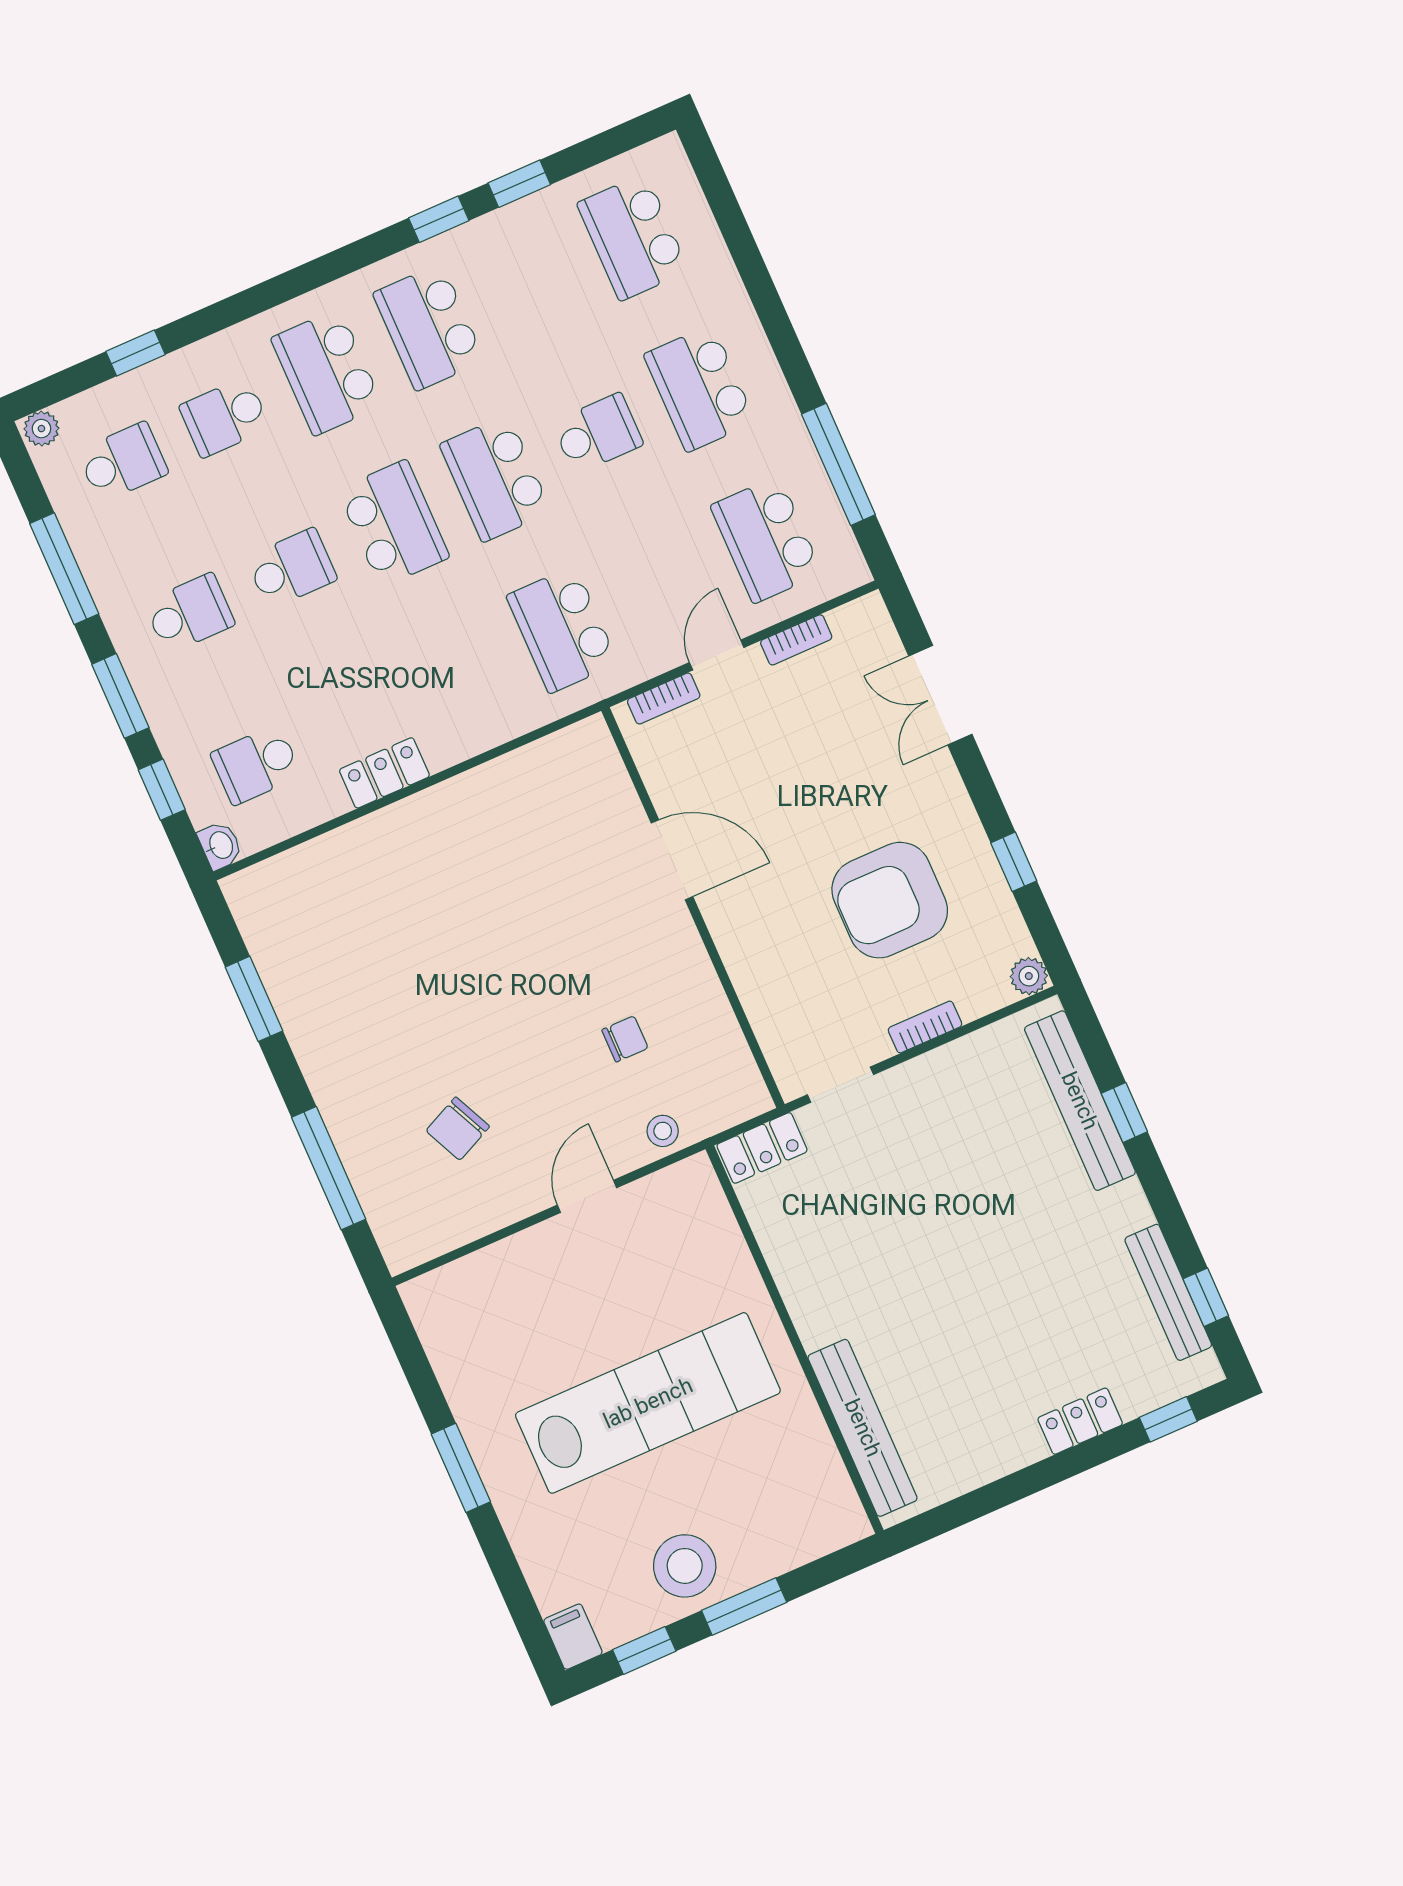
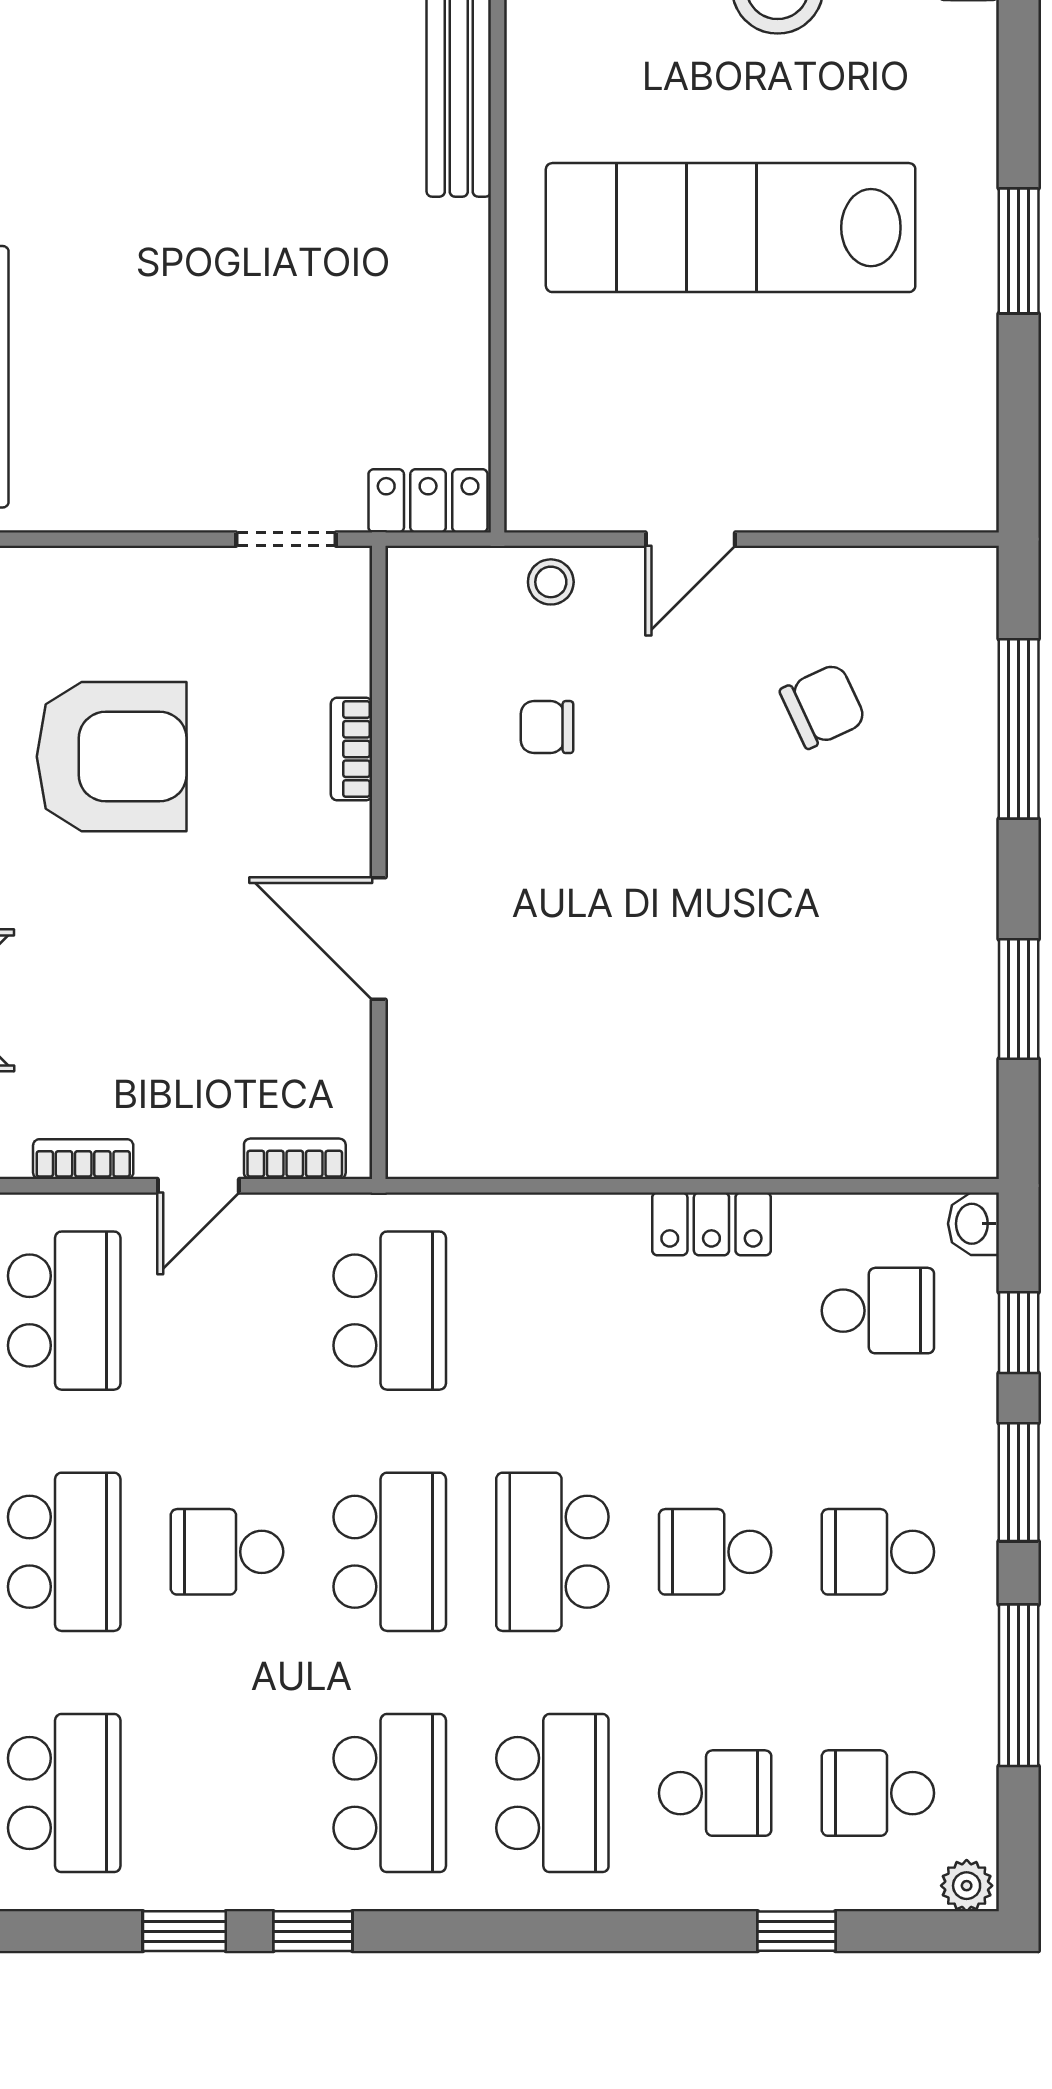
bookcase: (925, 1027) -> (352, 749), moved, turned 90

